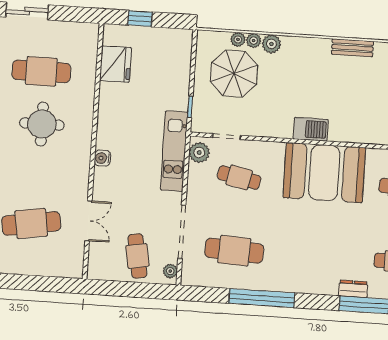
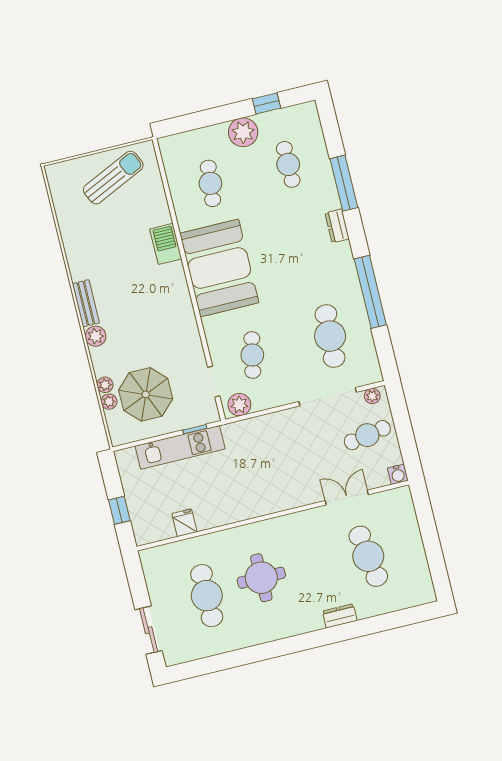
plant: (271, 44) -> (96, 336), moved
bench: (353, 48) -> (86, 303), moved
fridge: (115, 64) -> (184, 523), width x0.53, depth x0.75
barbecue: (311, 129) -> (166, 244), moved
kitchen unit: (174, 151) -> (180, 447), moved
water cooler: (102, 158) -> (398, 474), moved
dresser: (353, 289) -> (337, 226), moved

